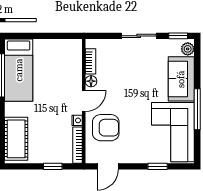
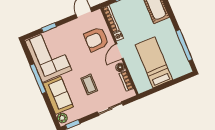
sliding door: (139, 36) -> (110, 109), moved
bed: (19, 70) -> (154, 62), moved
coffee table: (138, 76) -> (89, 84), added

